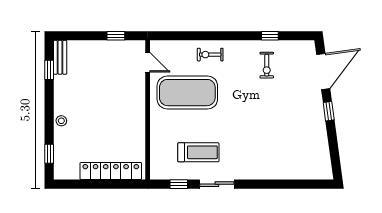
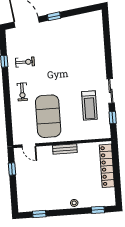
exercise bike: (210, 55) -> (22, 92), moved
bench: (60, 57) -> (65, 149), moved
door: (148, 62) -> (29, 145), swing flipped
treadmill: (198, 152) -> (89, 106), turned 180

